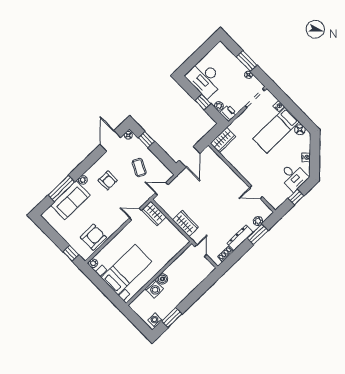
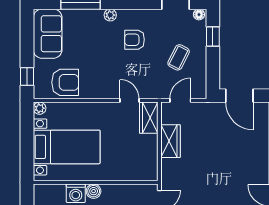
door: (190, 157) -> (239, 96), hinge flipped
armchair: (108, 180) -> (135, 40), turned 90
door: (162, 189) -> (180, 100), hinge flipped
sofa: (71, 200) -> (48, 34), moved, turned -90
wardrobe: (185, 223) -> (171, 141), moved

